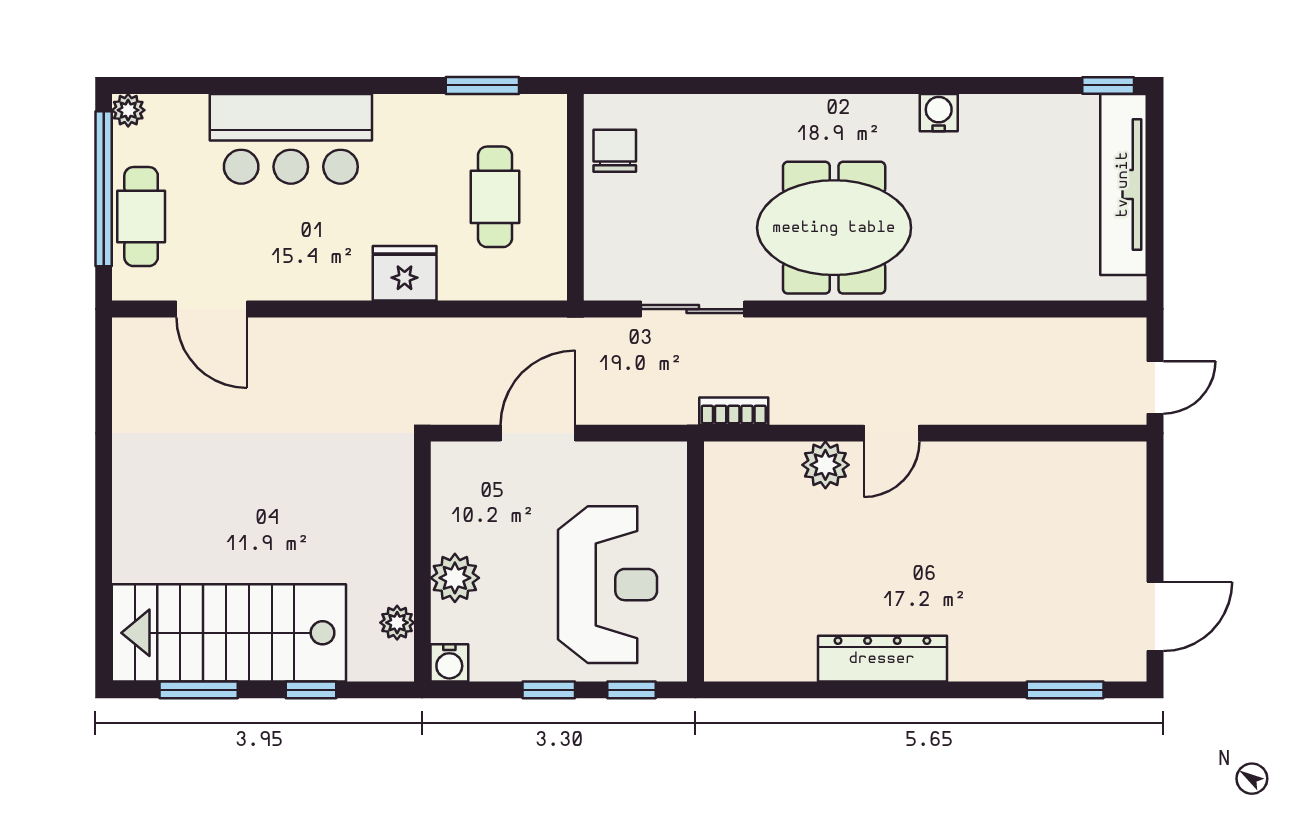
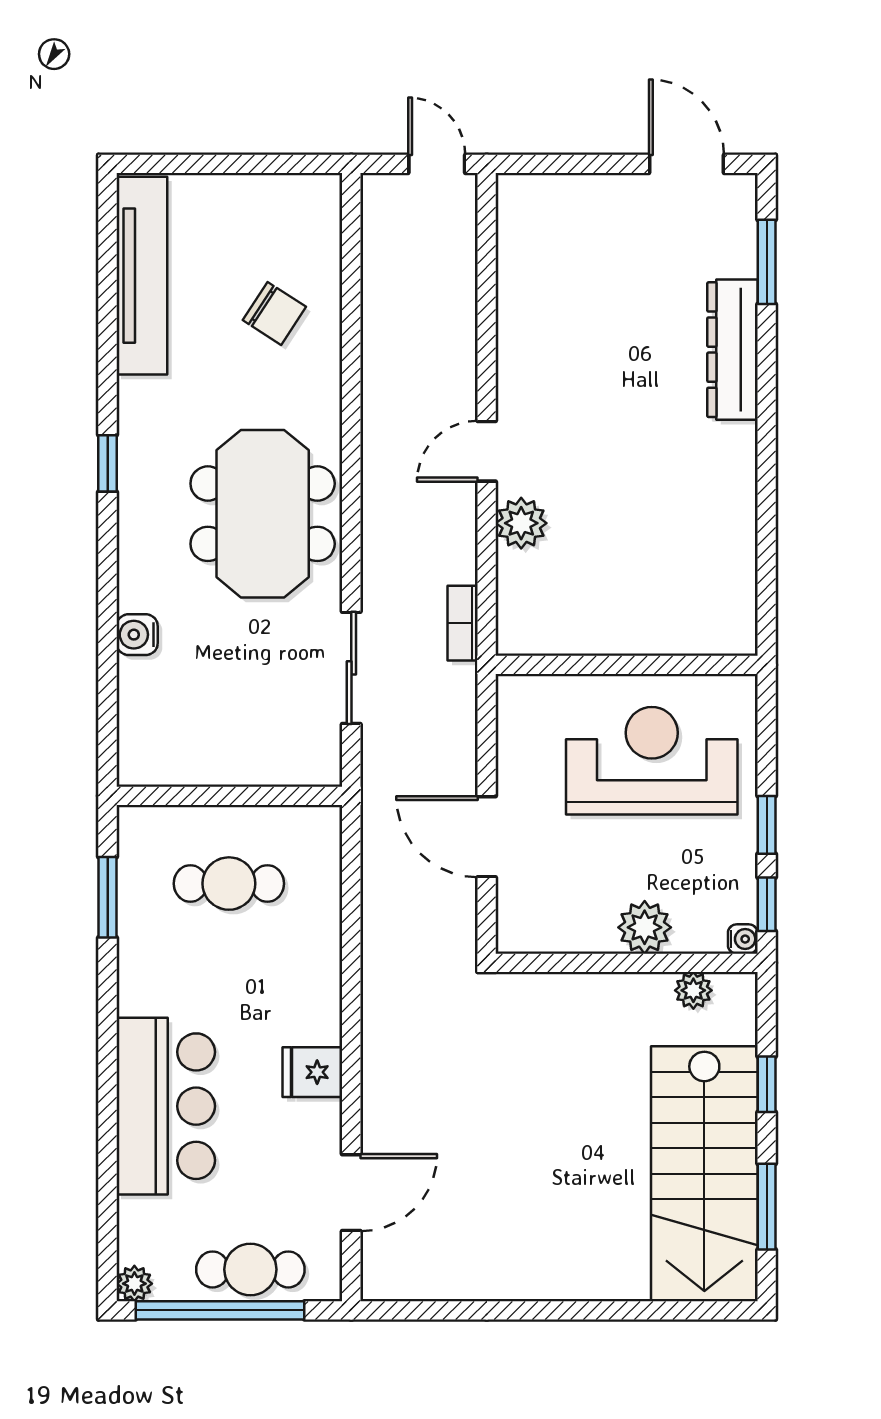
window: (1108, 85) -> (108, 463), moved
water cooler: (939, 113) -> (137, 635), moved
chair: (615, 151) -> (274, 313), moved, turned -147
tv unit: (1123, 184) -> (142, 276), moved, turned -90
fridge: (405, 273) -> (312, 1072), moved, width x0.72
door: (891, 433) -> (487, 451), swing flipped
dresser: (882, 659) -> (732, 350), moved
water cooler: (449, 663) -> (743, 939), width x0.72, depth x0.72
window: (631, 690) -> (767, 904), moved

